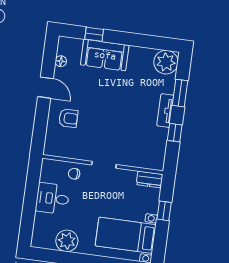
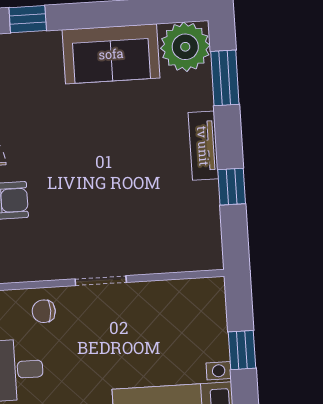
sofa: (105, 55) -> (111, 54), moved
window: (180, 93) -> (225, 78), moved
dresser: (150, 179) -> (200, 292), removed

